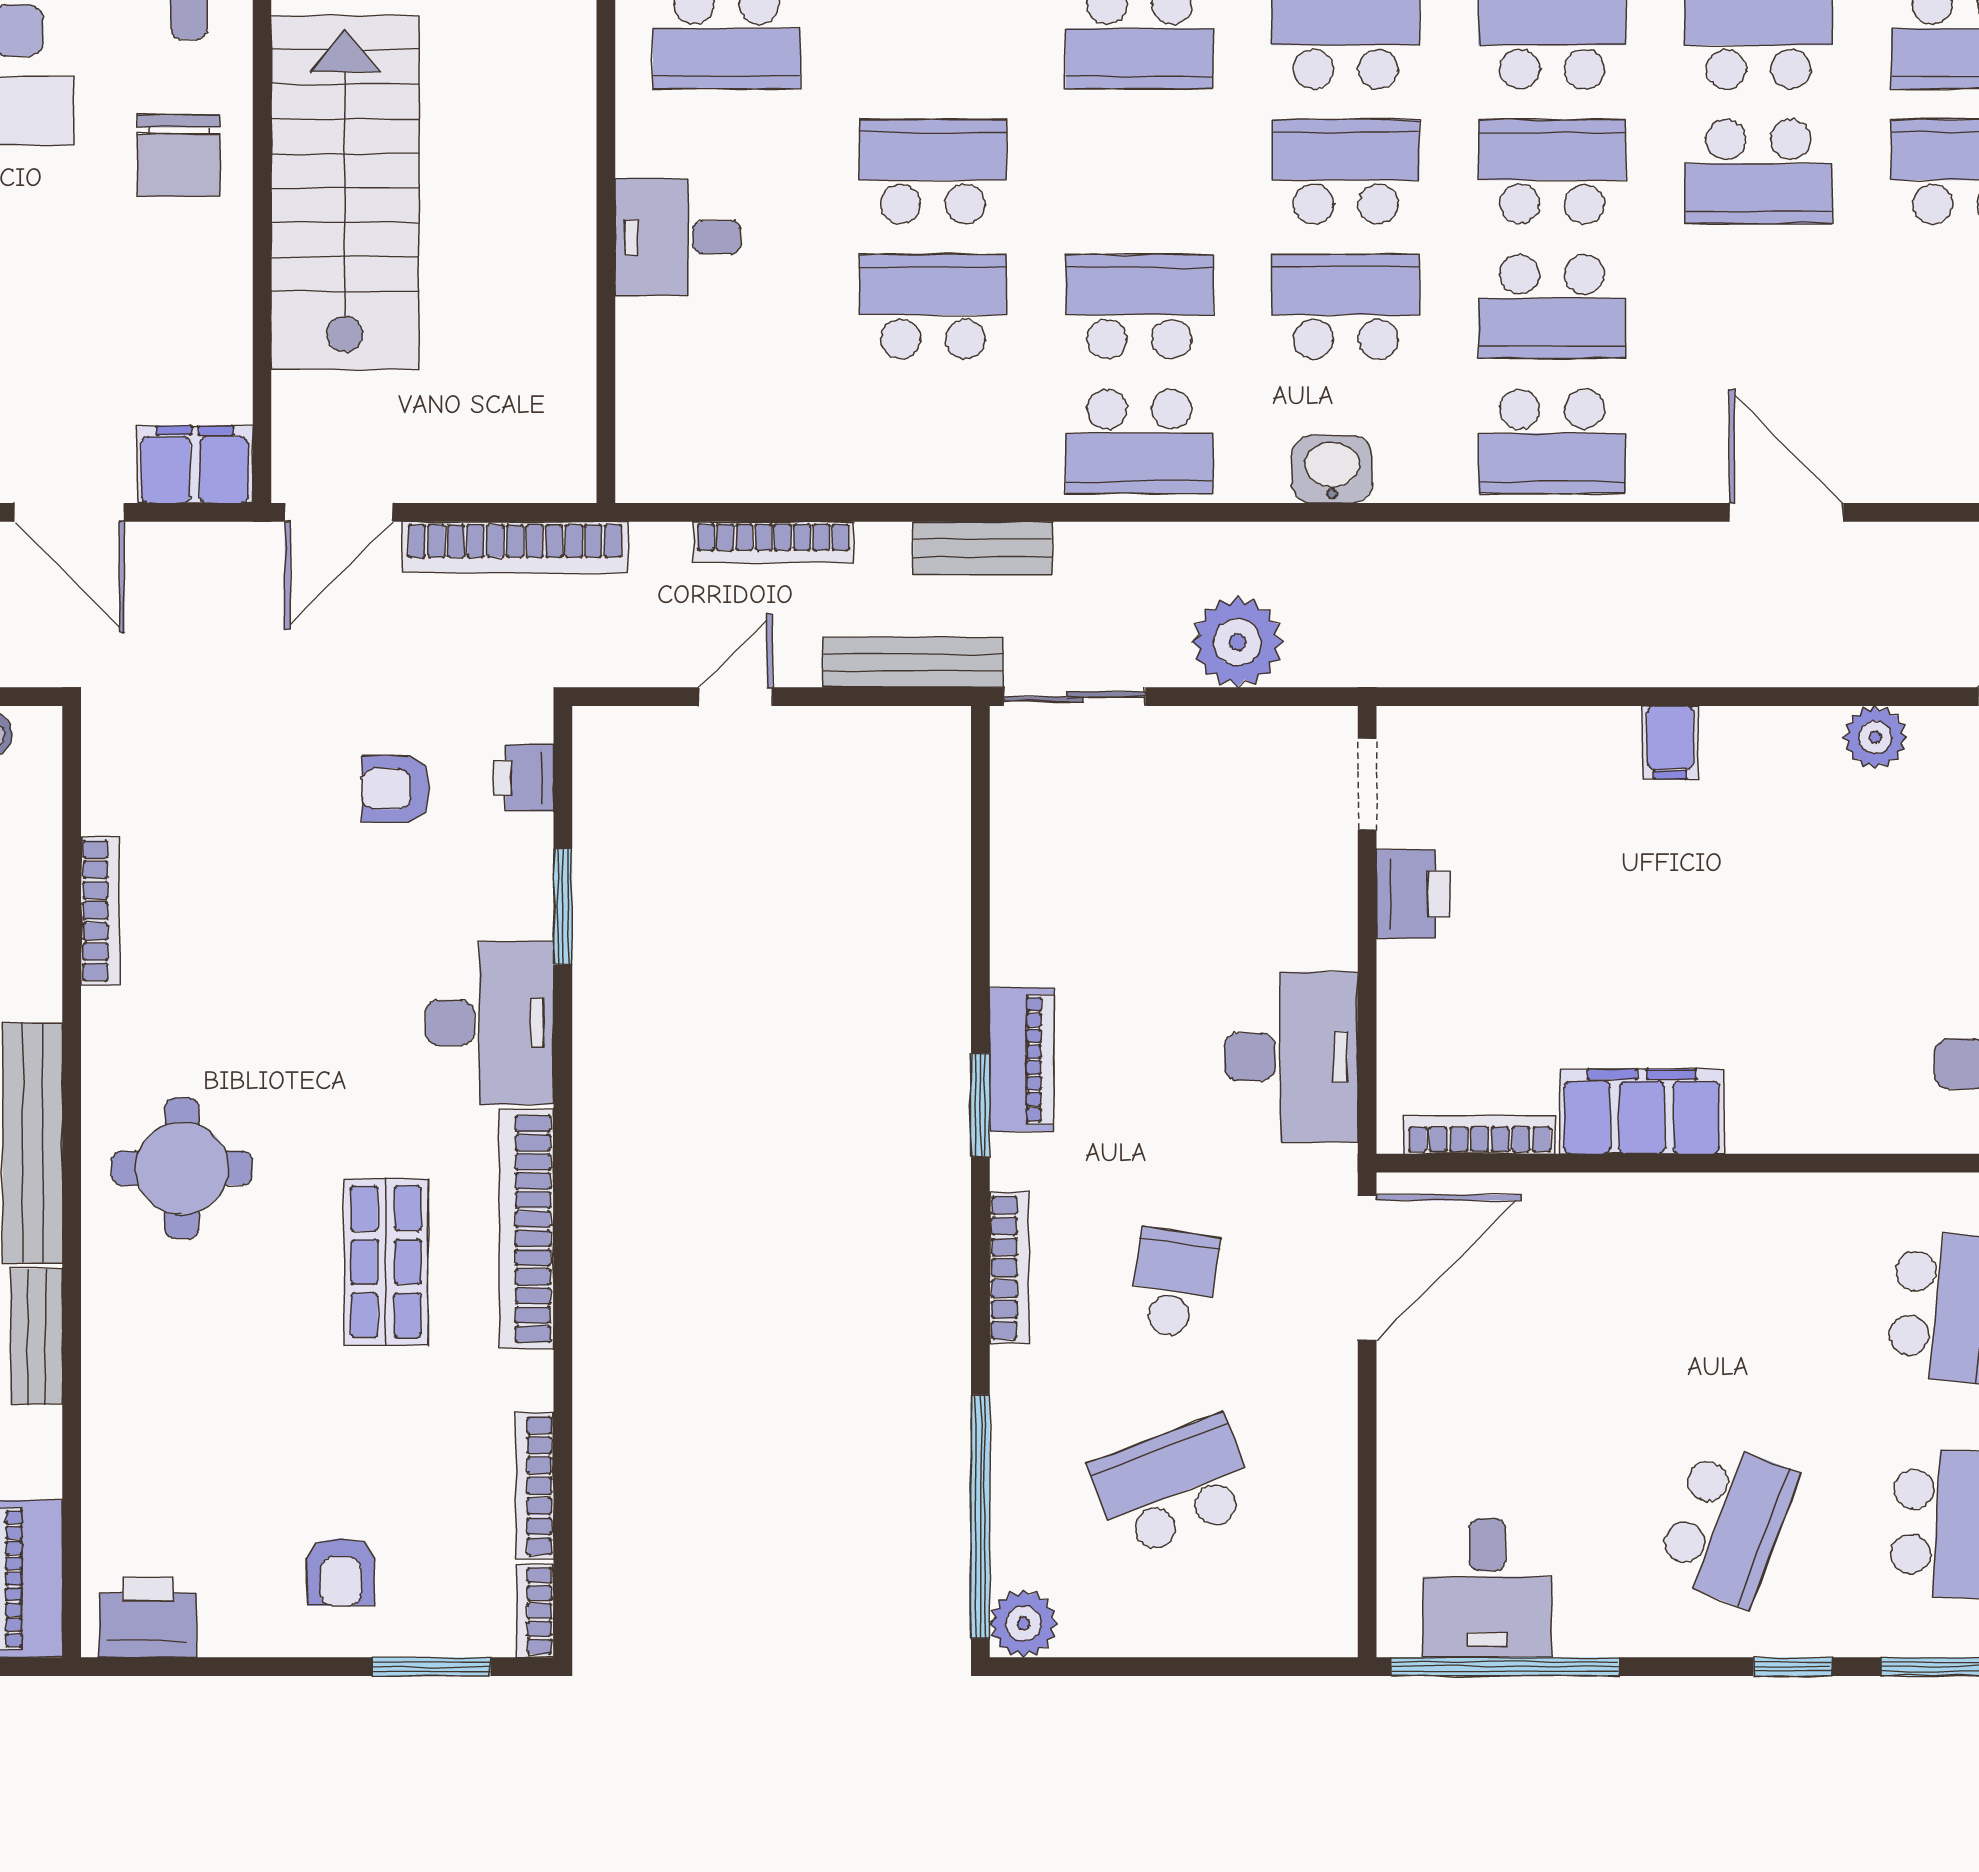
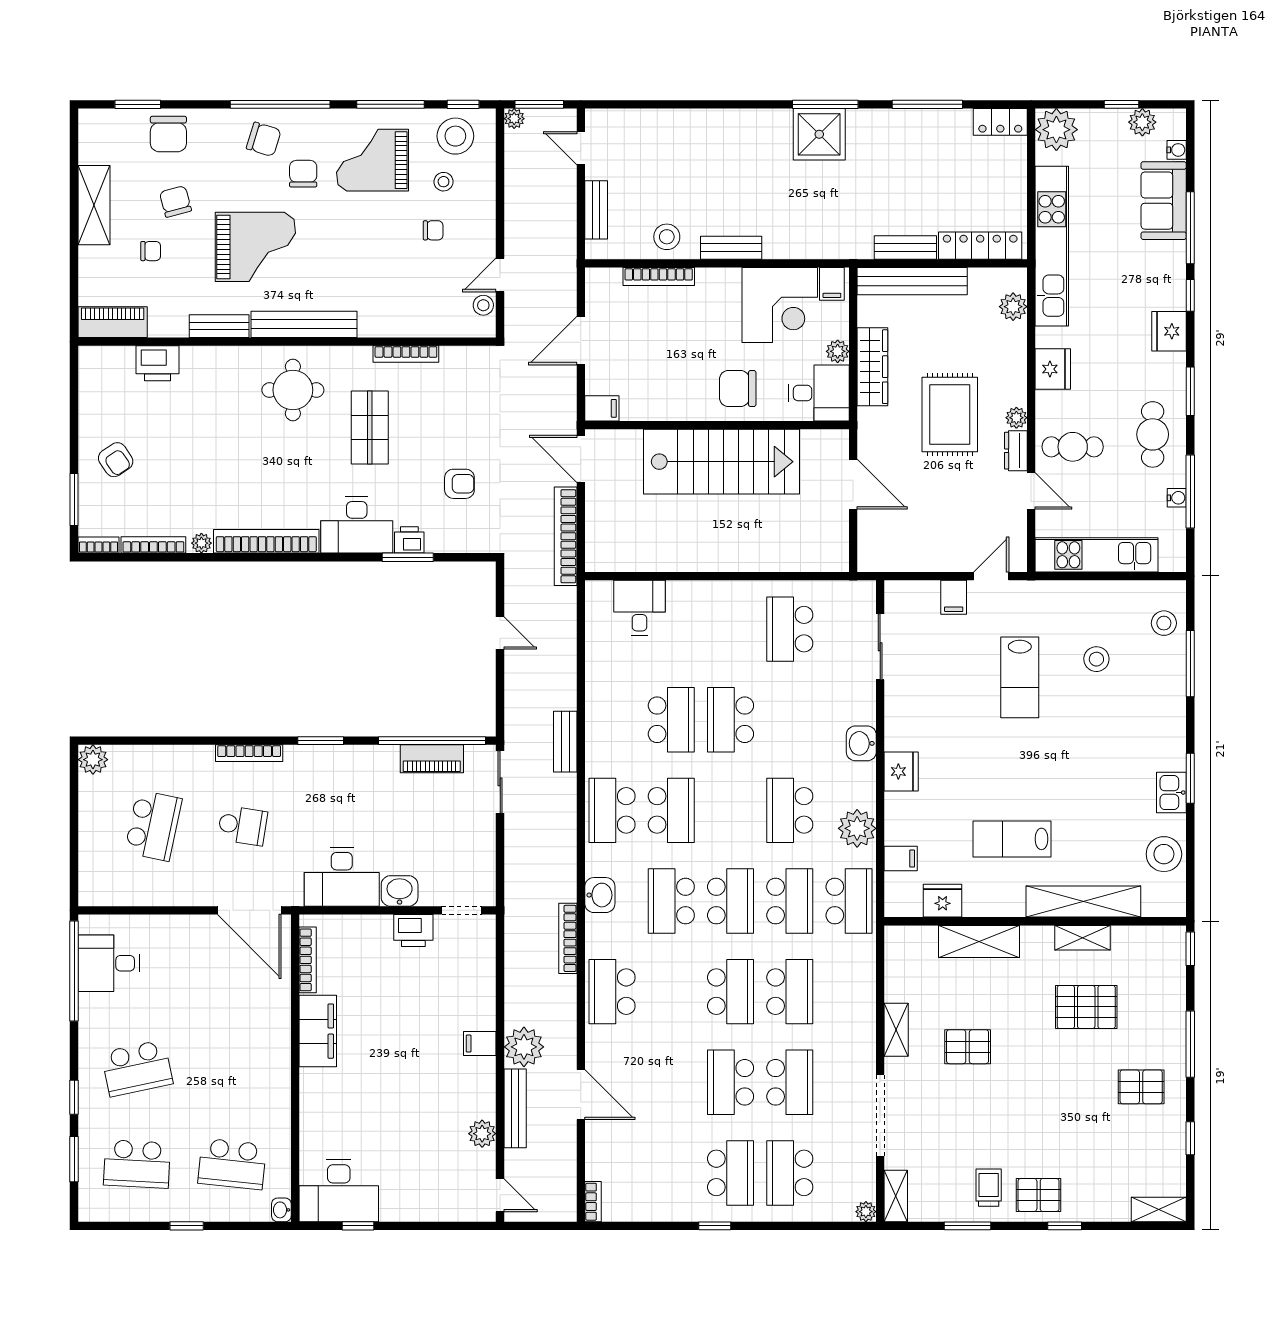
school desk: (933, 172) -> (731, 720), turned 180
desk: (678, 237) -> (639, 608), moved
school desk: (1346, 307) -> (671, 901), turned 180
school desk: (1552, 307) -> (671, 992), removed
filing cabinet: (195, 465) -> (602, 408), width x0.50
door: (1786, 512) -> (581, 1095), hinge flipped
bookcase: (773, 542) -> (568, 938), moved
plant: (1237, 642) -> (524, 1047), moved
bench: (913, 662) -> (515, 1108), moved
printer: (523, 778) -> (409, 540), moved
armchair: (396, 789) -> (459, 484), turned 90
washbasin: (1323, 925) -> (400, 891), added
piano: (1022, 1060) -> (432, 759), moved
shop shelf: (386, 1262) -> (370, 427), moved, turned 90
plant: (531, 1376) -> (201, 543), added
school desk: (1174, 1486) -> (153, 826), turned 33
window: (980, 1517) -> (432, 741), moved
school desk: (1726, 1523) -> (137, 1068), turned -33
armchair: (341, 1572) -> (116, 460), turned -124
printer: (148, 1617) -> (158, 363), moved, turned 90

